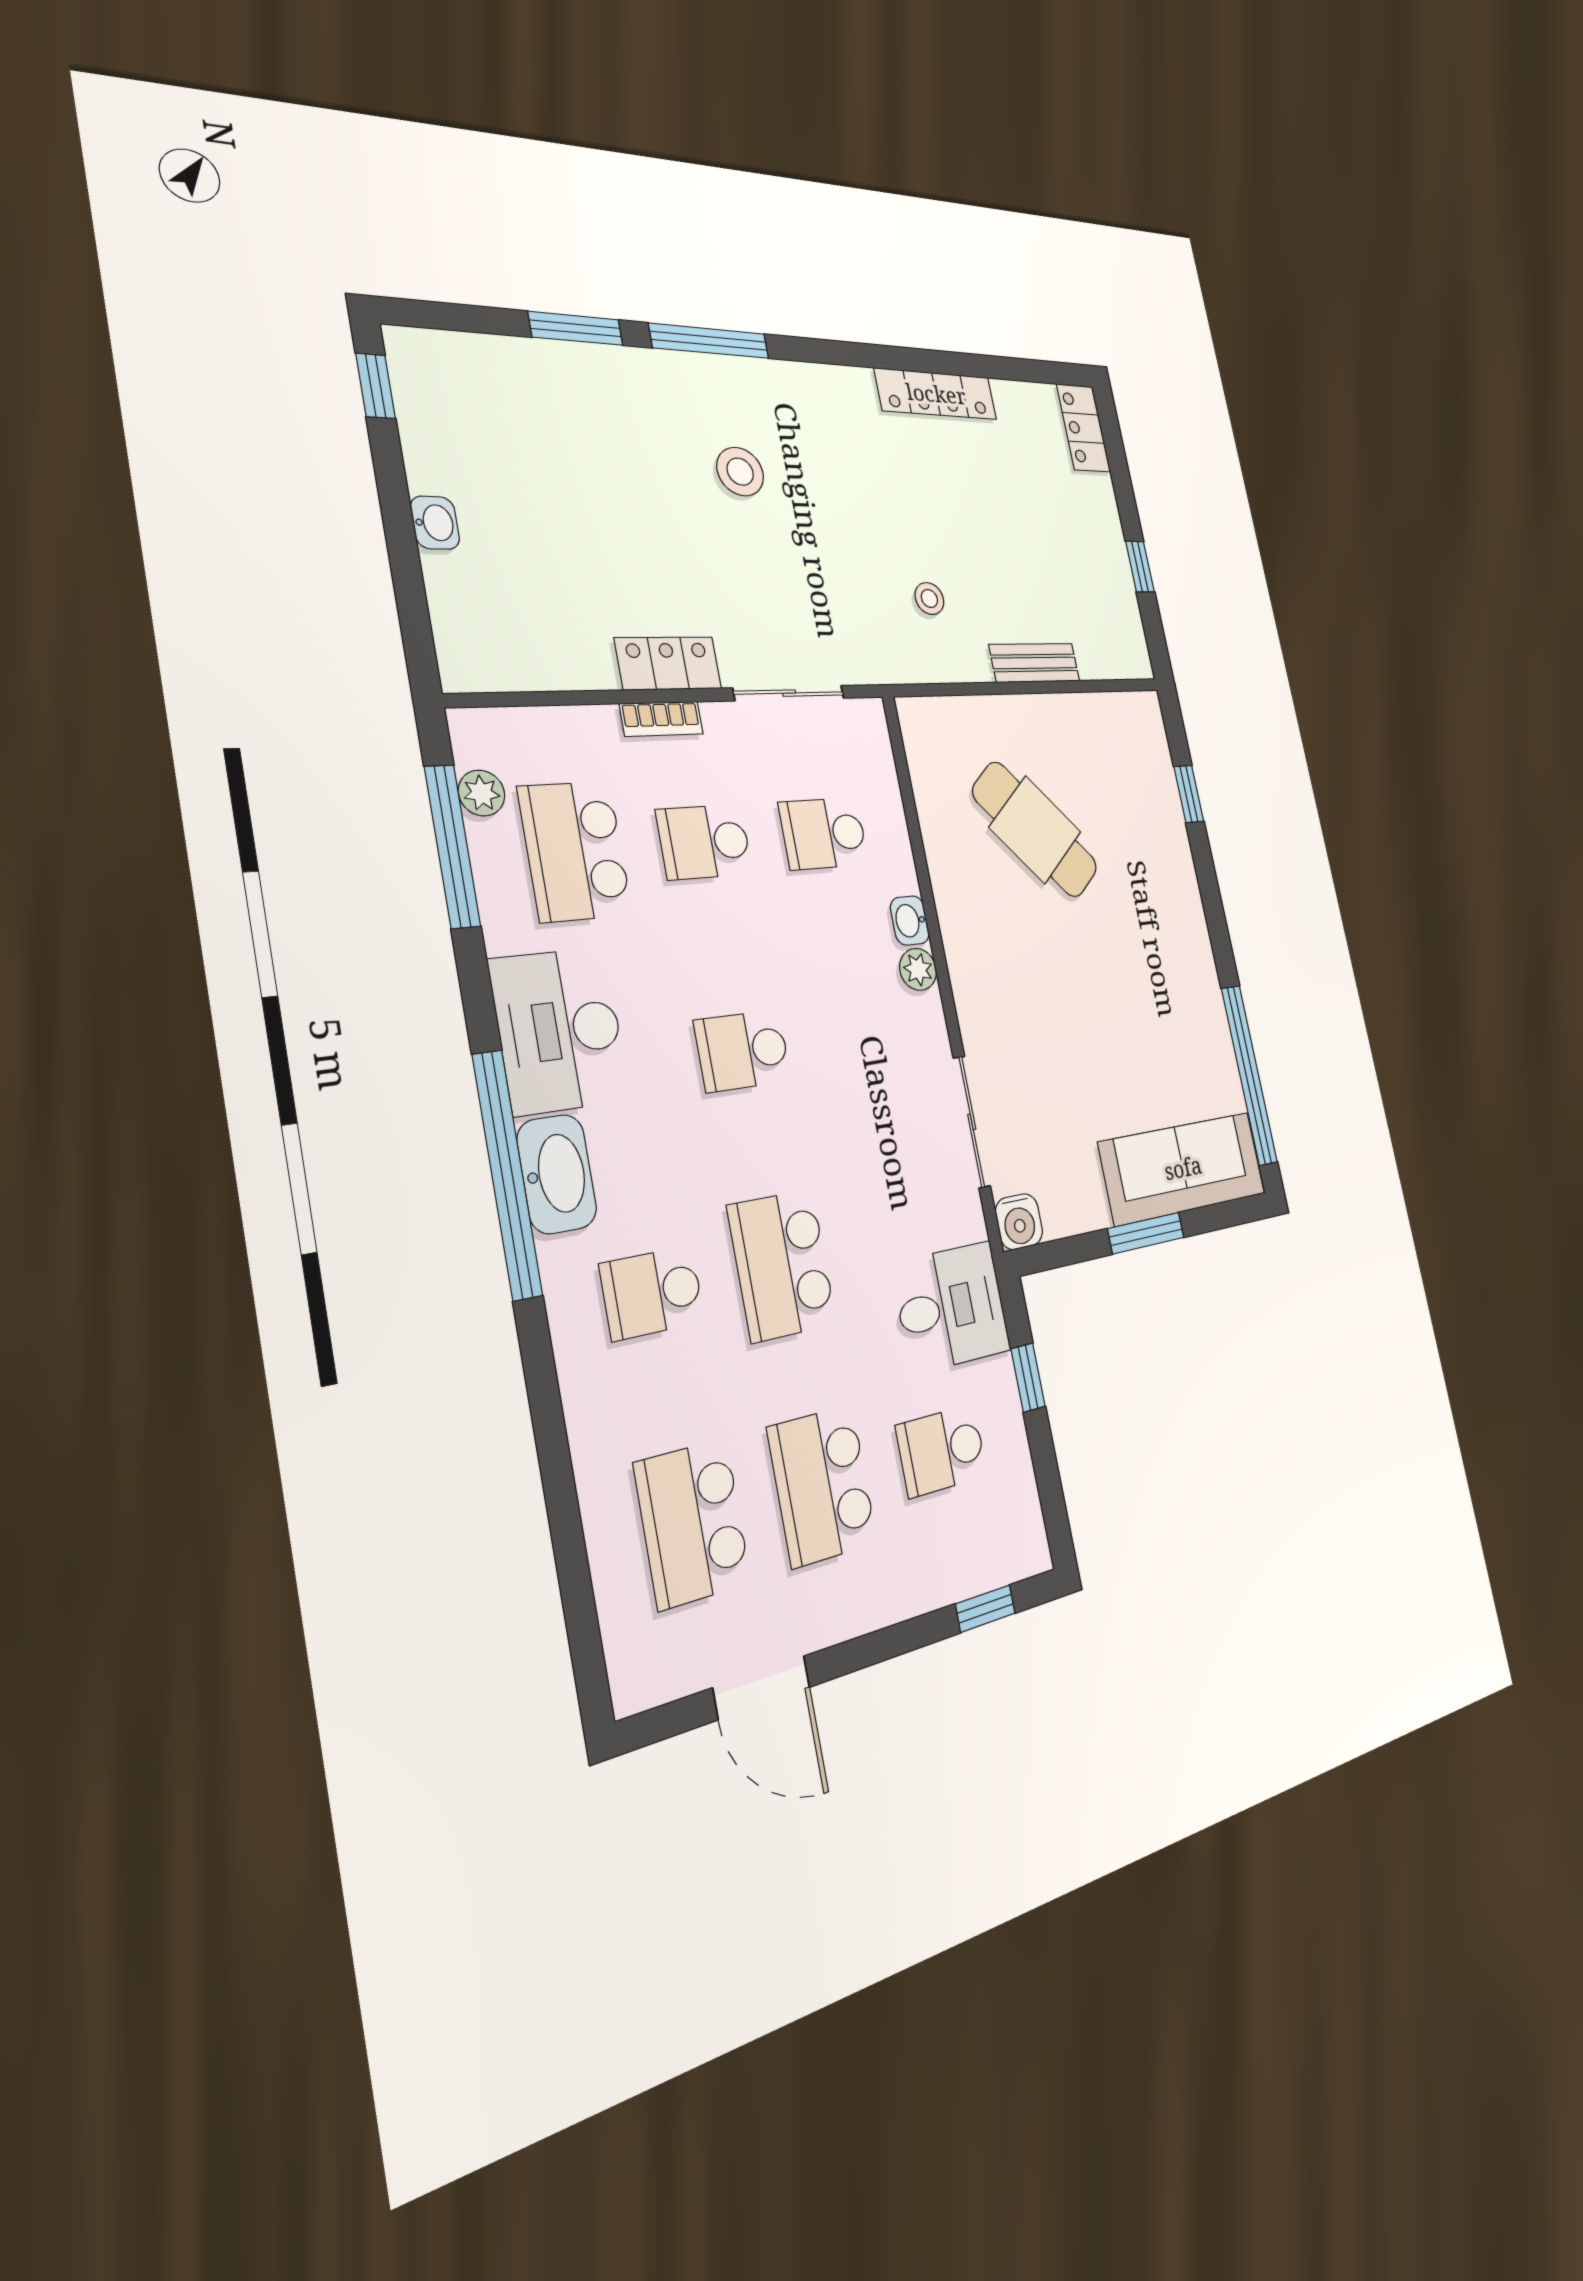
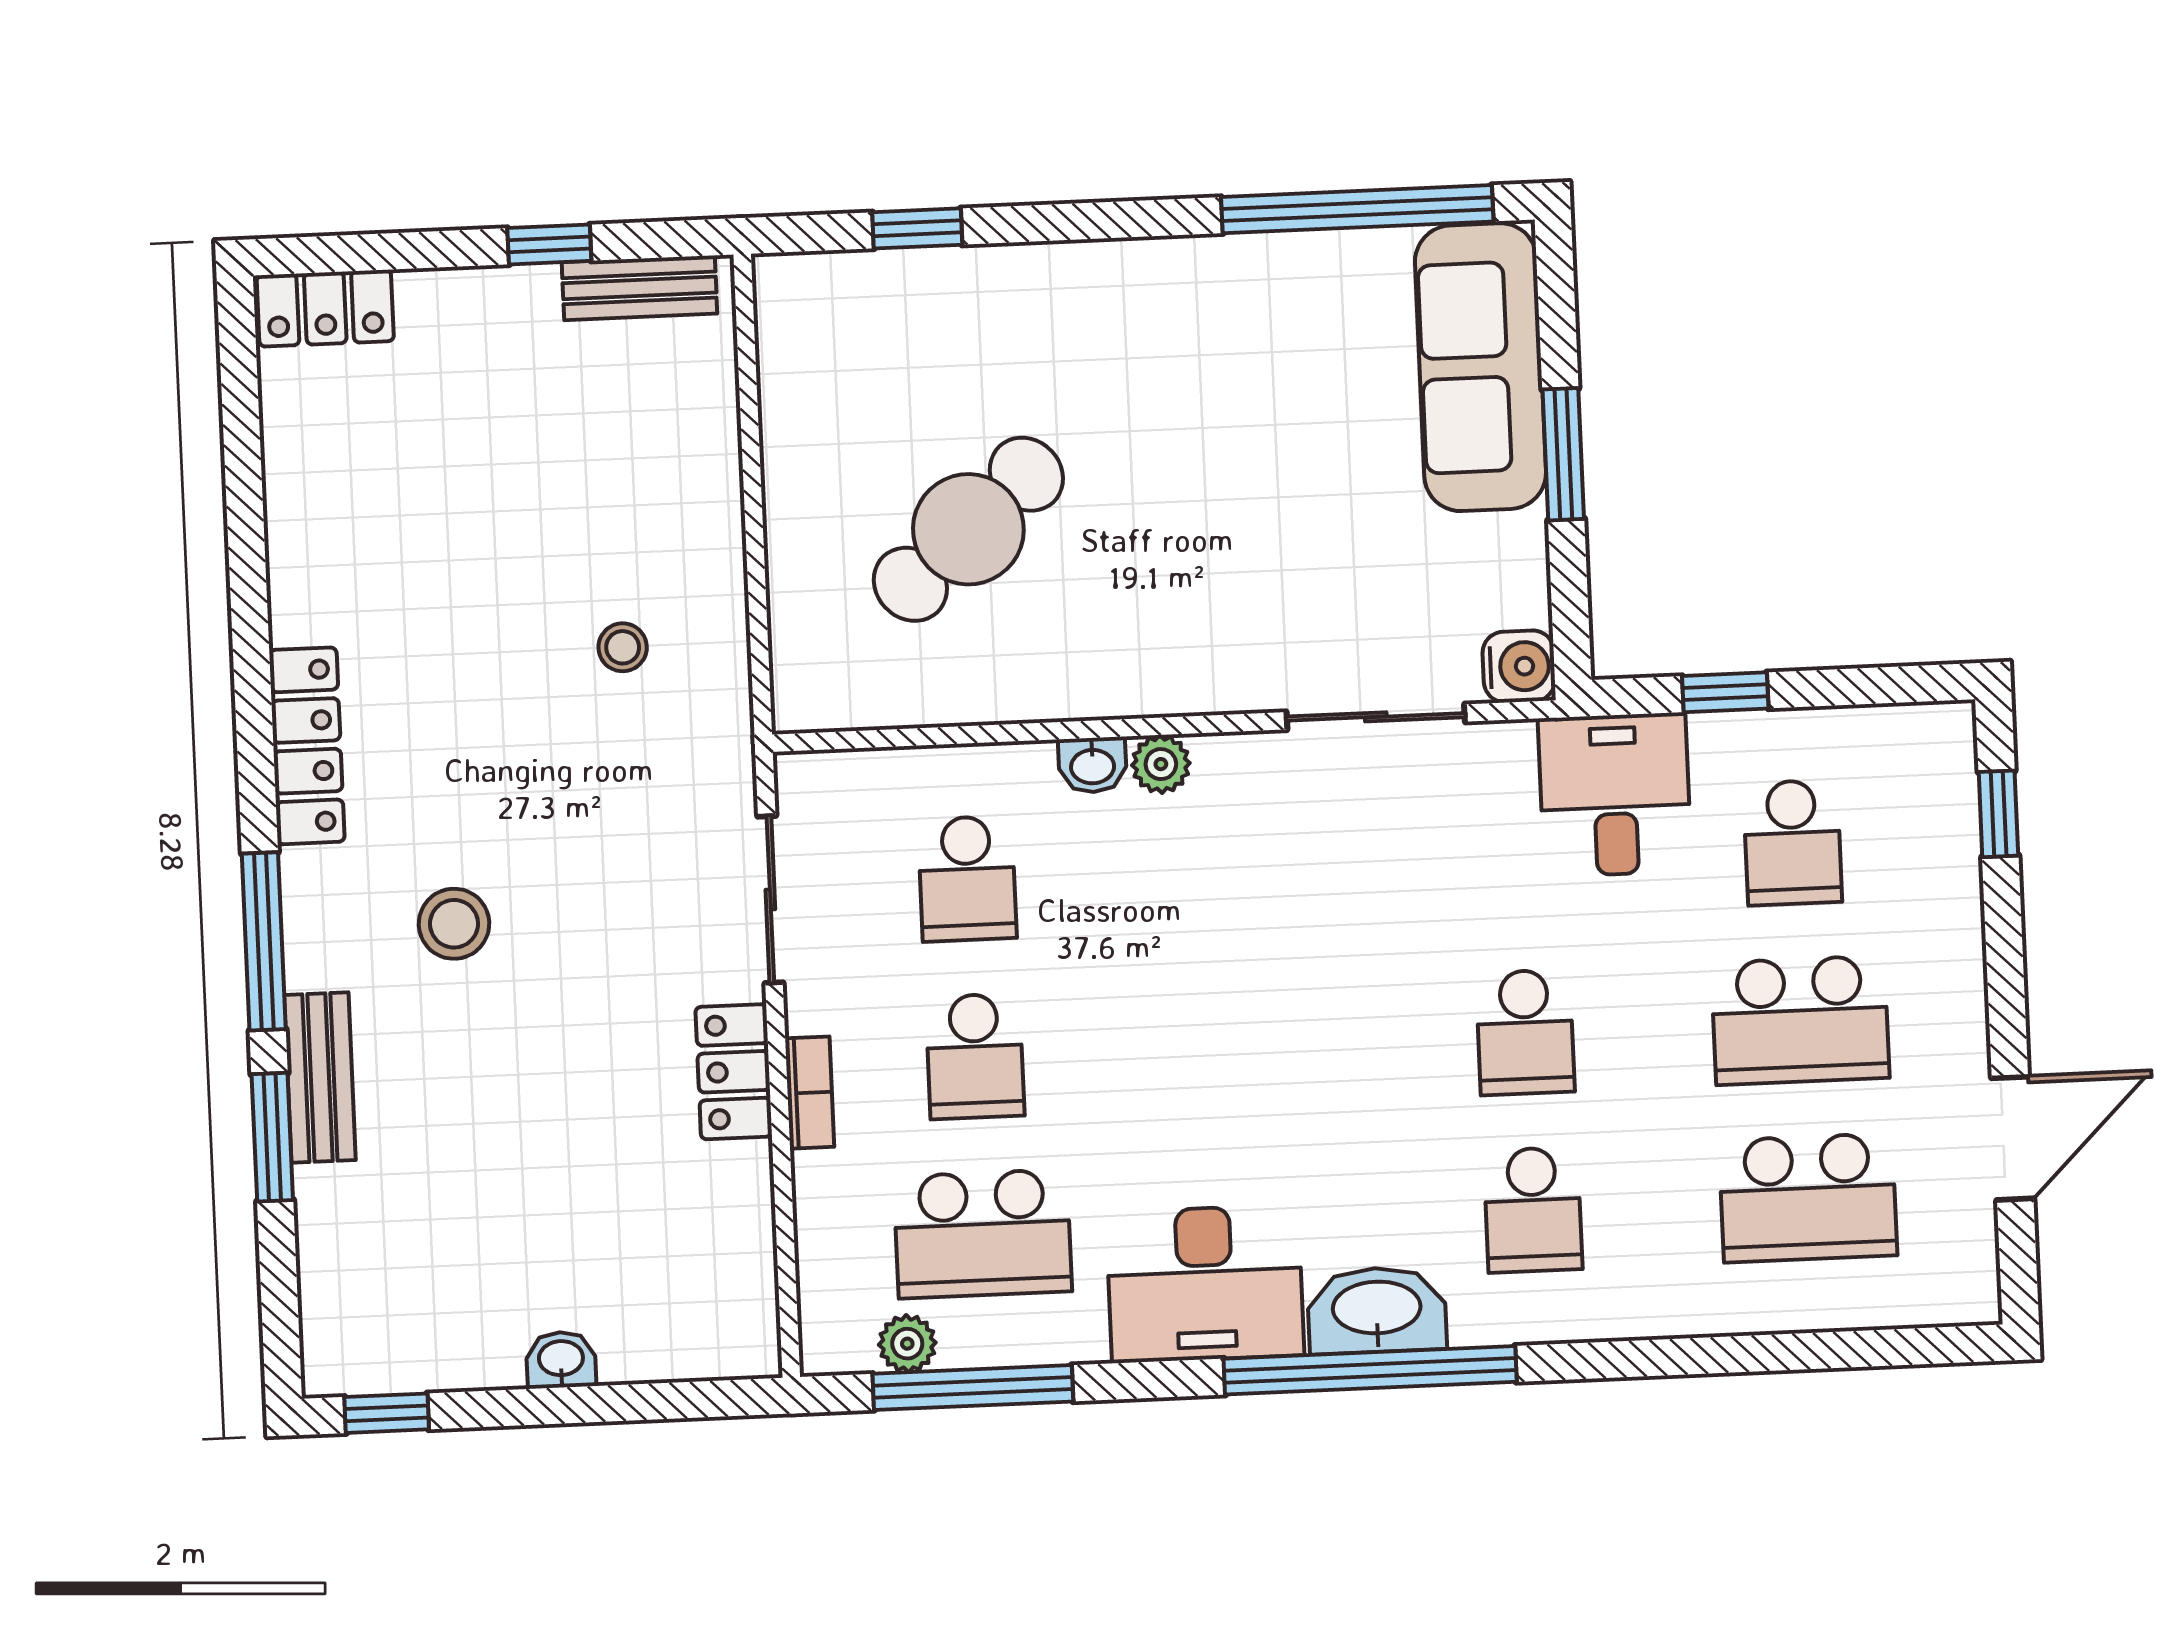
bench: (623, 367) -> (320, 1078), added
locker: (936, 394) -> (307, 746), moved
bench: (1035, 663) -> (639, 288), moved, turned 90
school desk: (743, 1051) -> (1250, 1044), removed
school desk: (782, 1265) -> (1525, 1032), width x0.54

